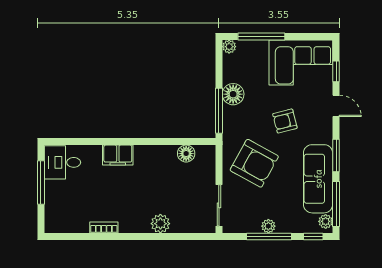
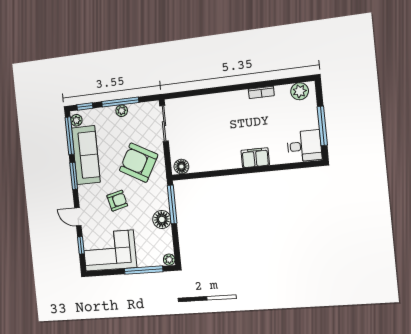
floor lamp: (186, 154) -> (181, 167), moved
plant: (160, 224) -> (300, 91), moved

